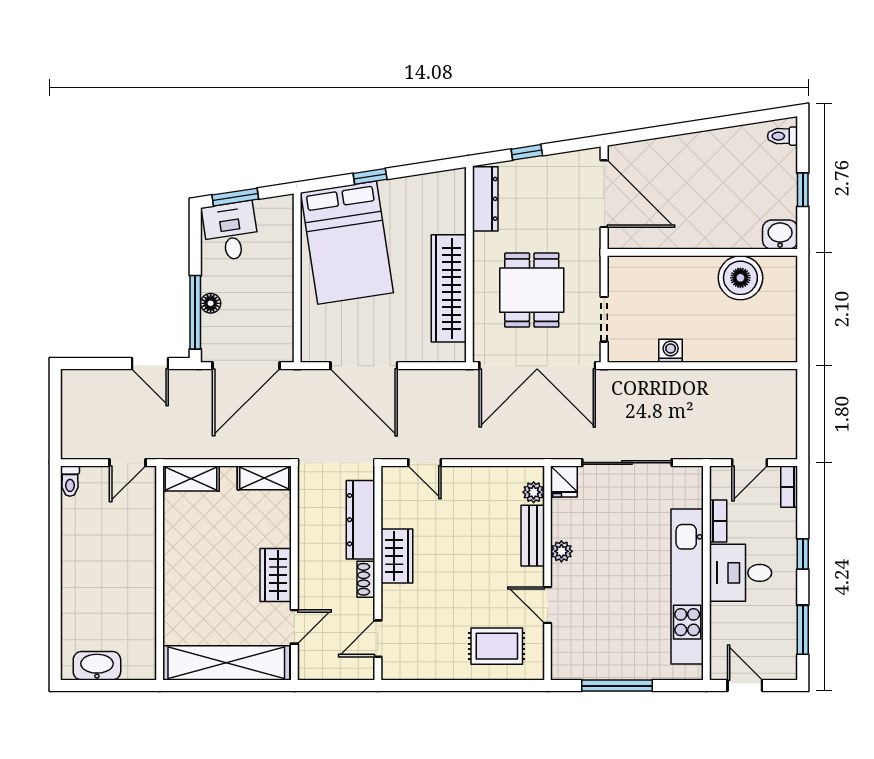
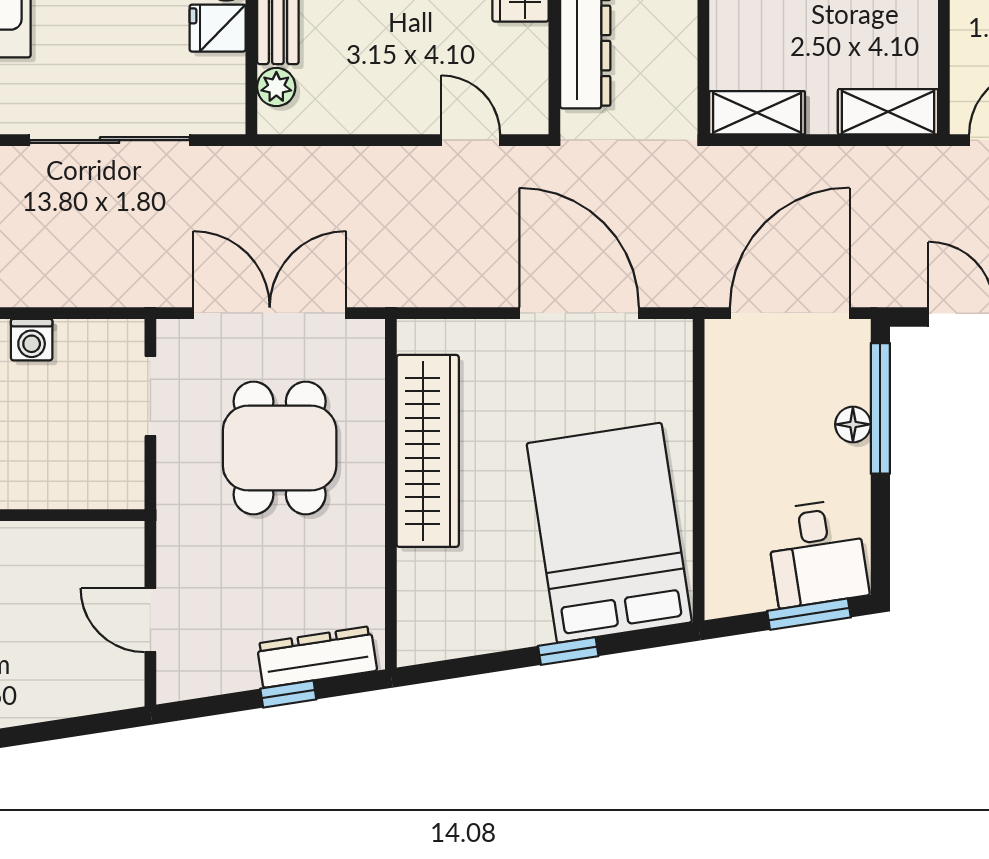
door: (604, 194) -> (150, 620), width x0.53
dresser: (485, 199) -> (317, 657), moved, turned 81
double door: (537, 366) -> (270, 313), width x0.73
fridge: (564, 481) -> (218, 28), moved, turned -90

